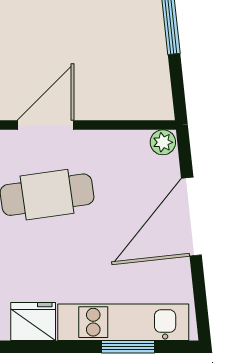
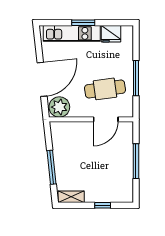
plant: (163, 142) -> (59, 107), width x1.88, depth x1.88
window: (128, 347) -> (83, 23), moved

